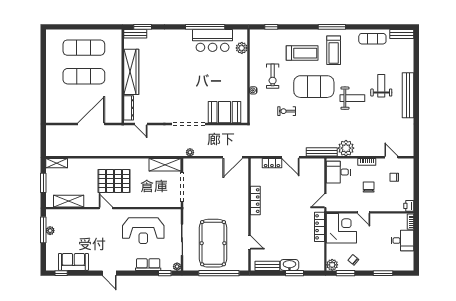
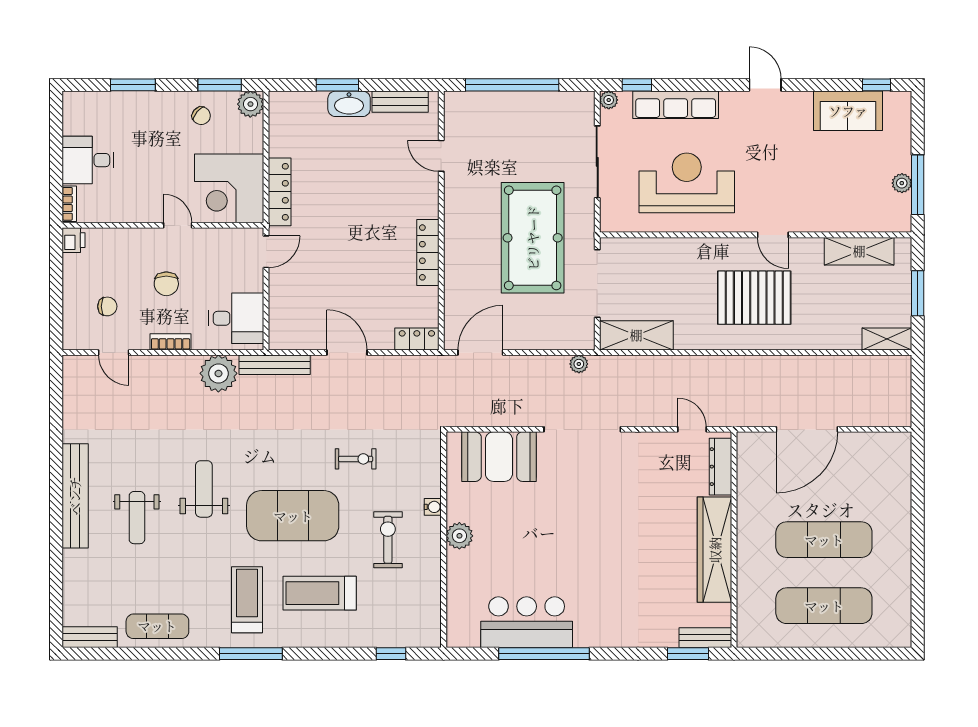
plant: (242, 48) -> (459, 536), moved
weight bench: (352, 98) -> (204, 489), turned 90
locker: (272, 163) -> (417, 339), moved
pool table: (213, 243) -> (533, 238), moved
row of seats: (148, 265) -> (676, 105), width x1.48

